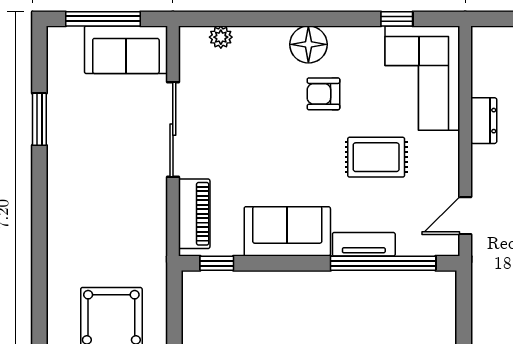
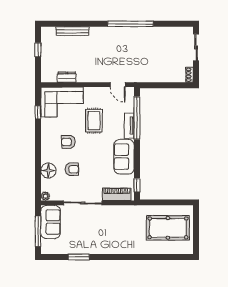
plant: (221, 37) -> (45, 196), moved
floor lamp: (308, 44) -> (48, 171), moved
armchair: (323, 94) -> (68, 142), turned 90
armchair: (256, 103) -> (72, 169), added
dresser: (484, 121) -> (67, 77), moved

